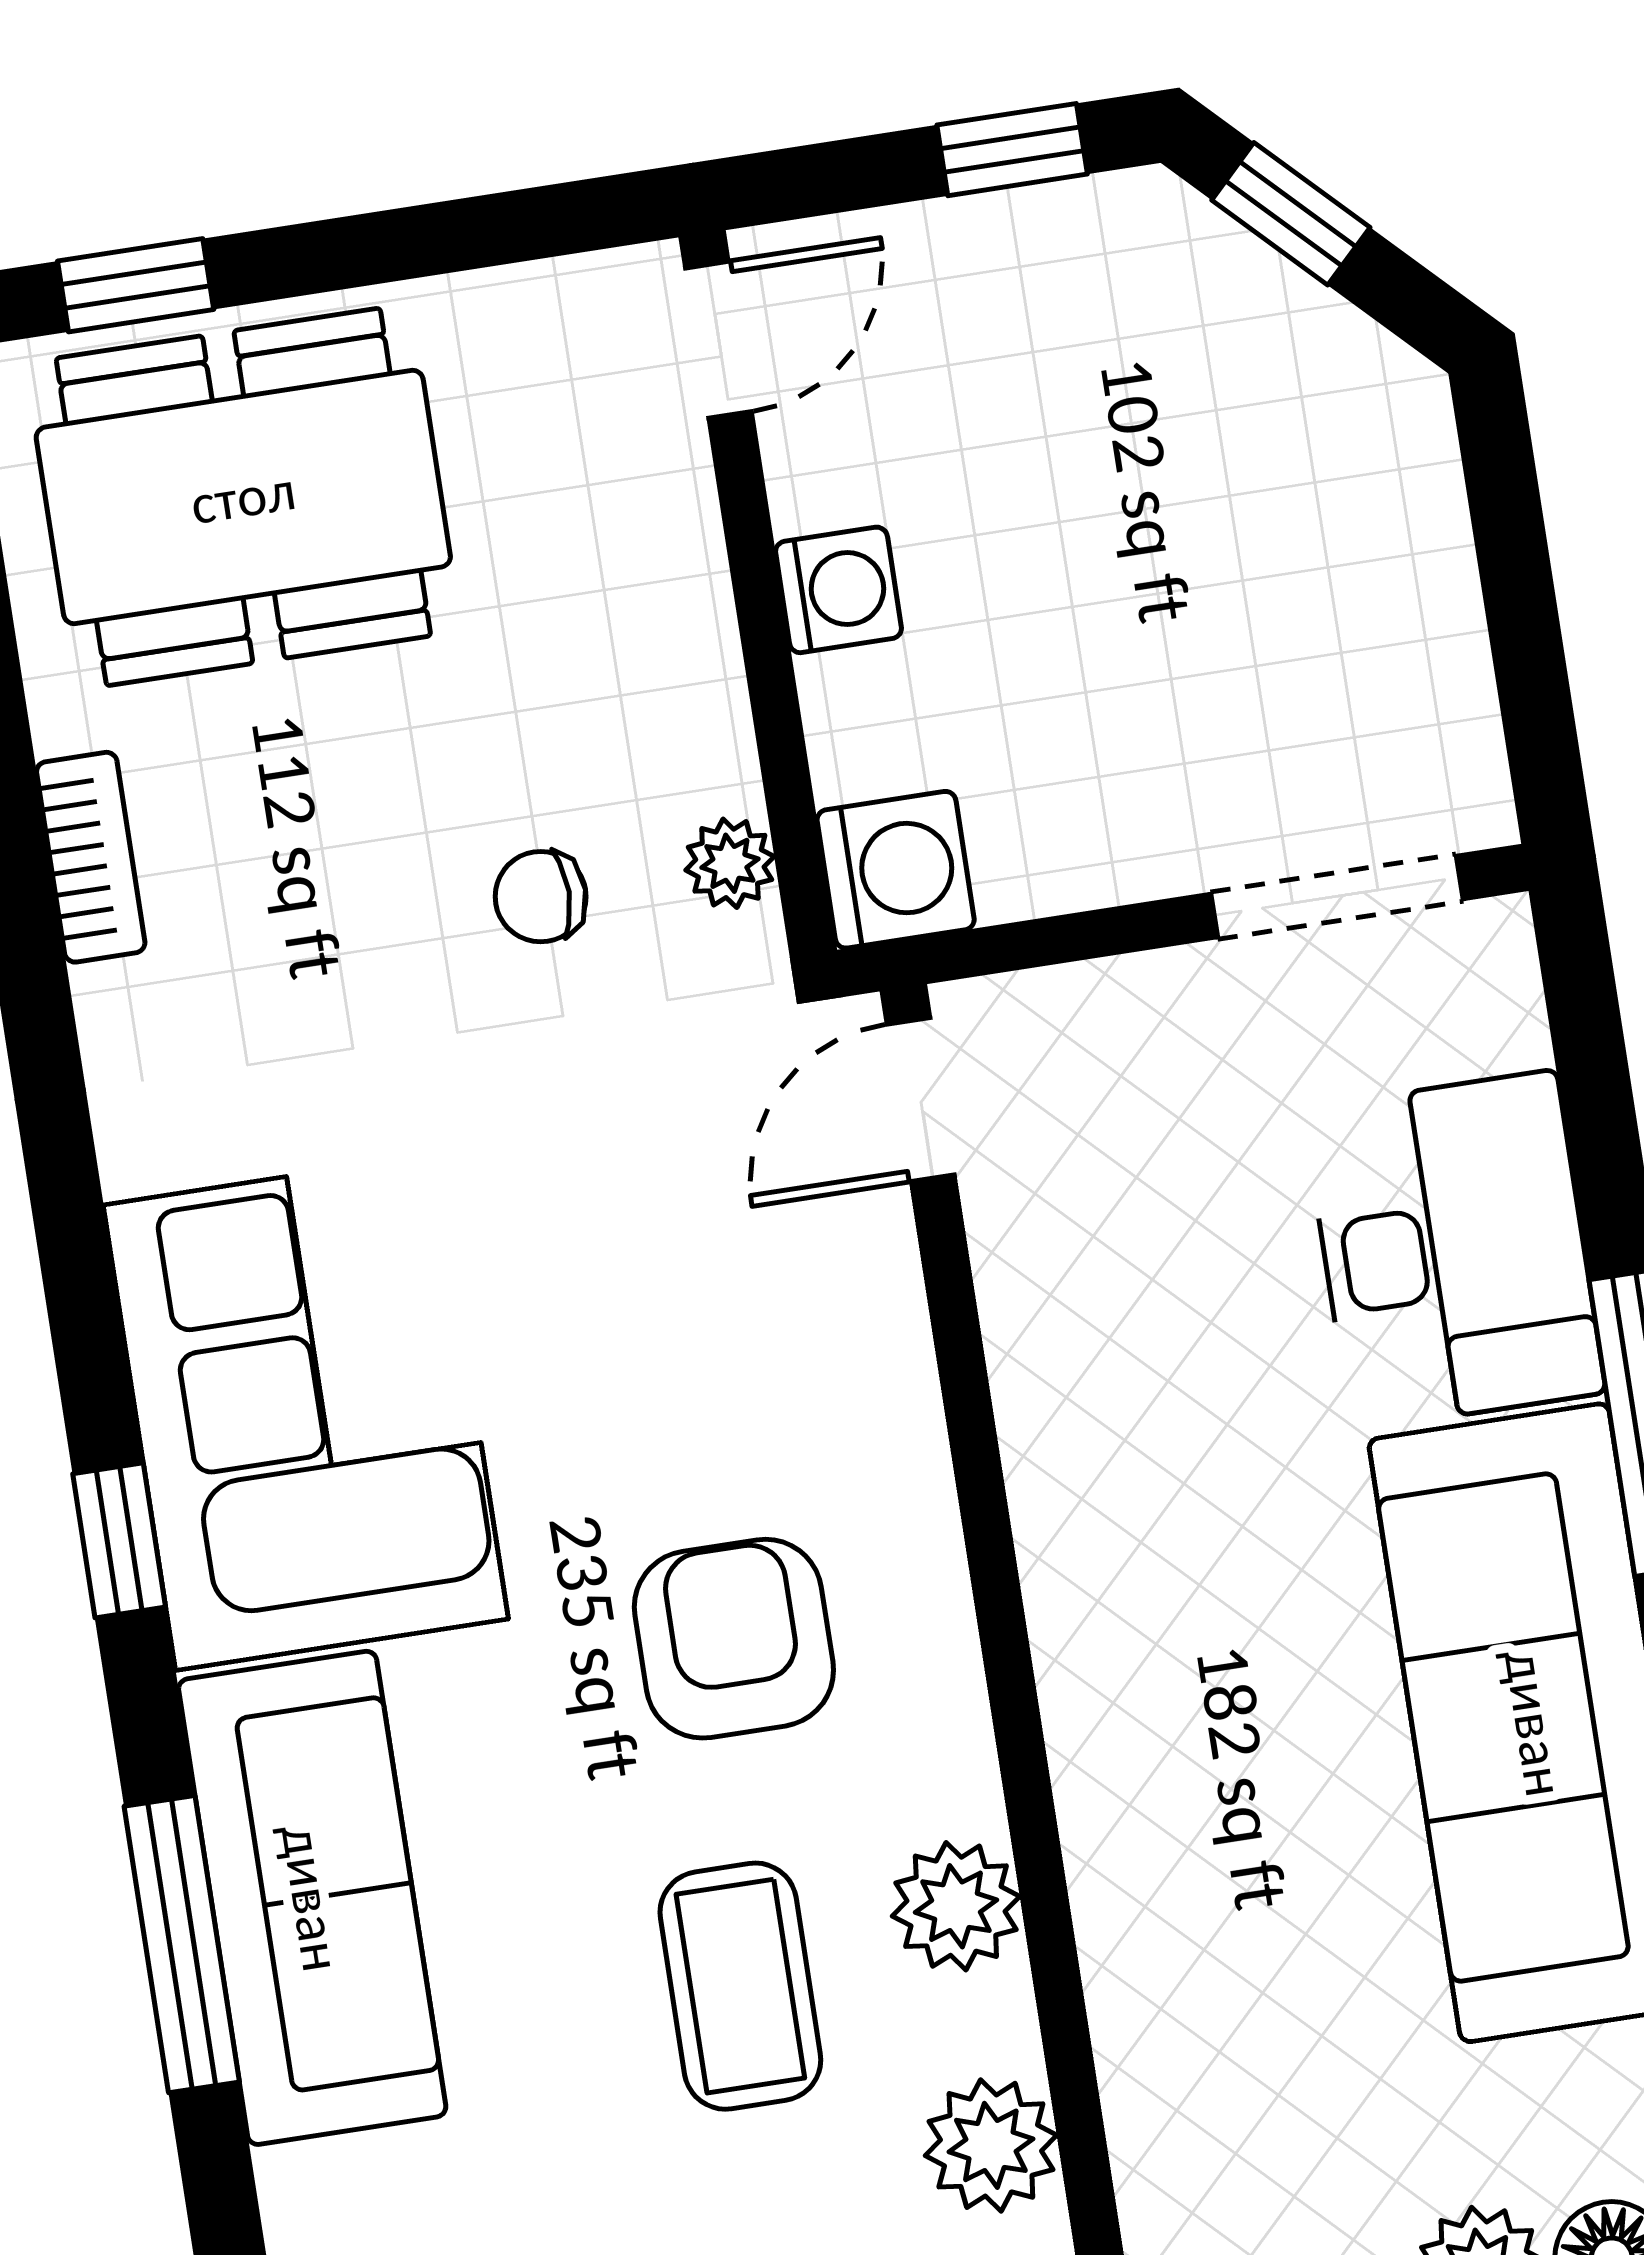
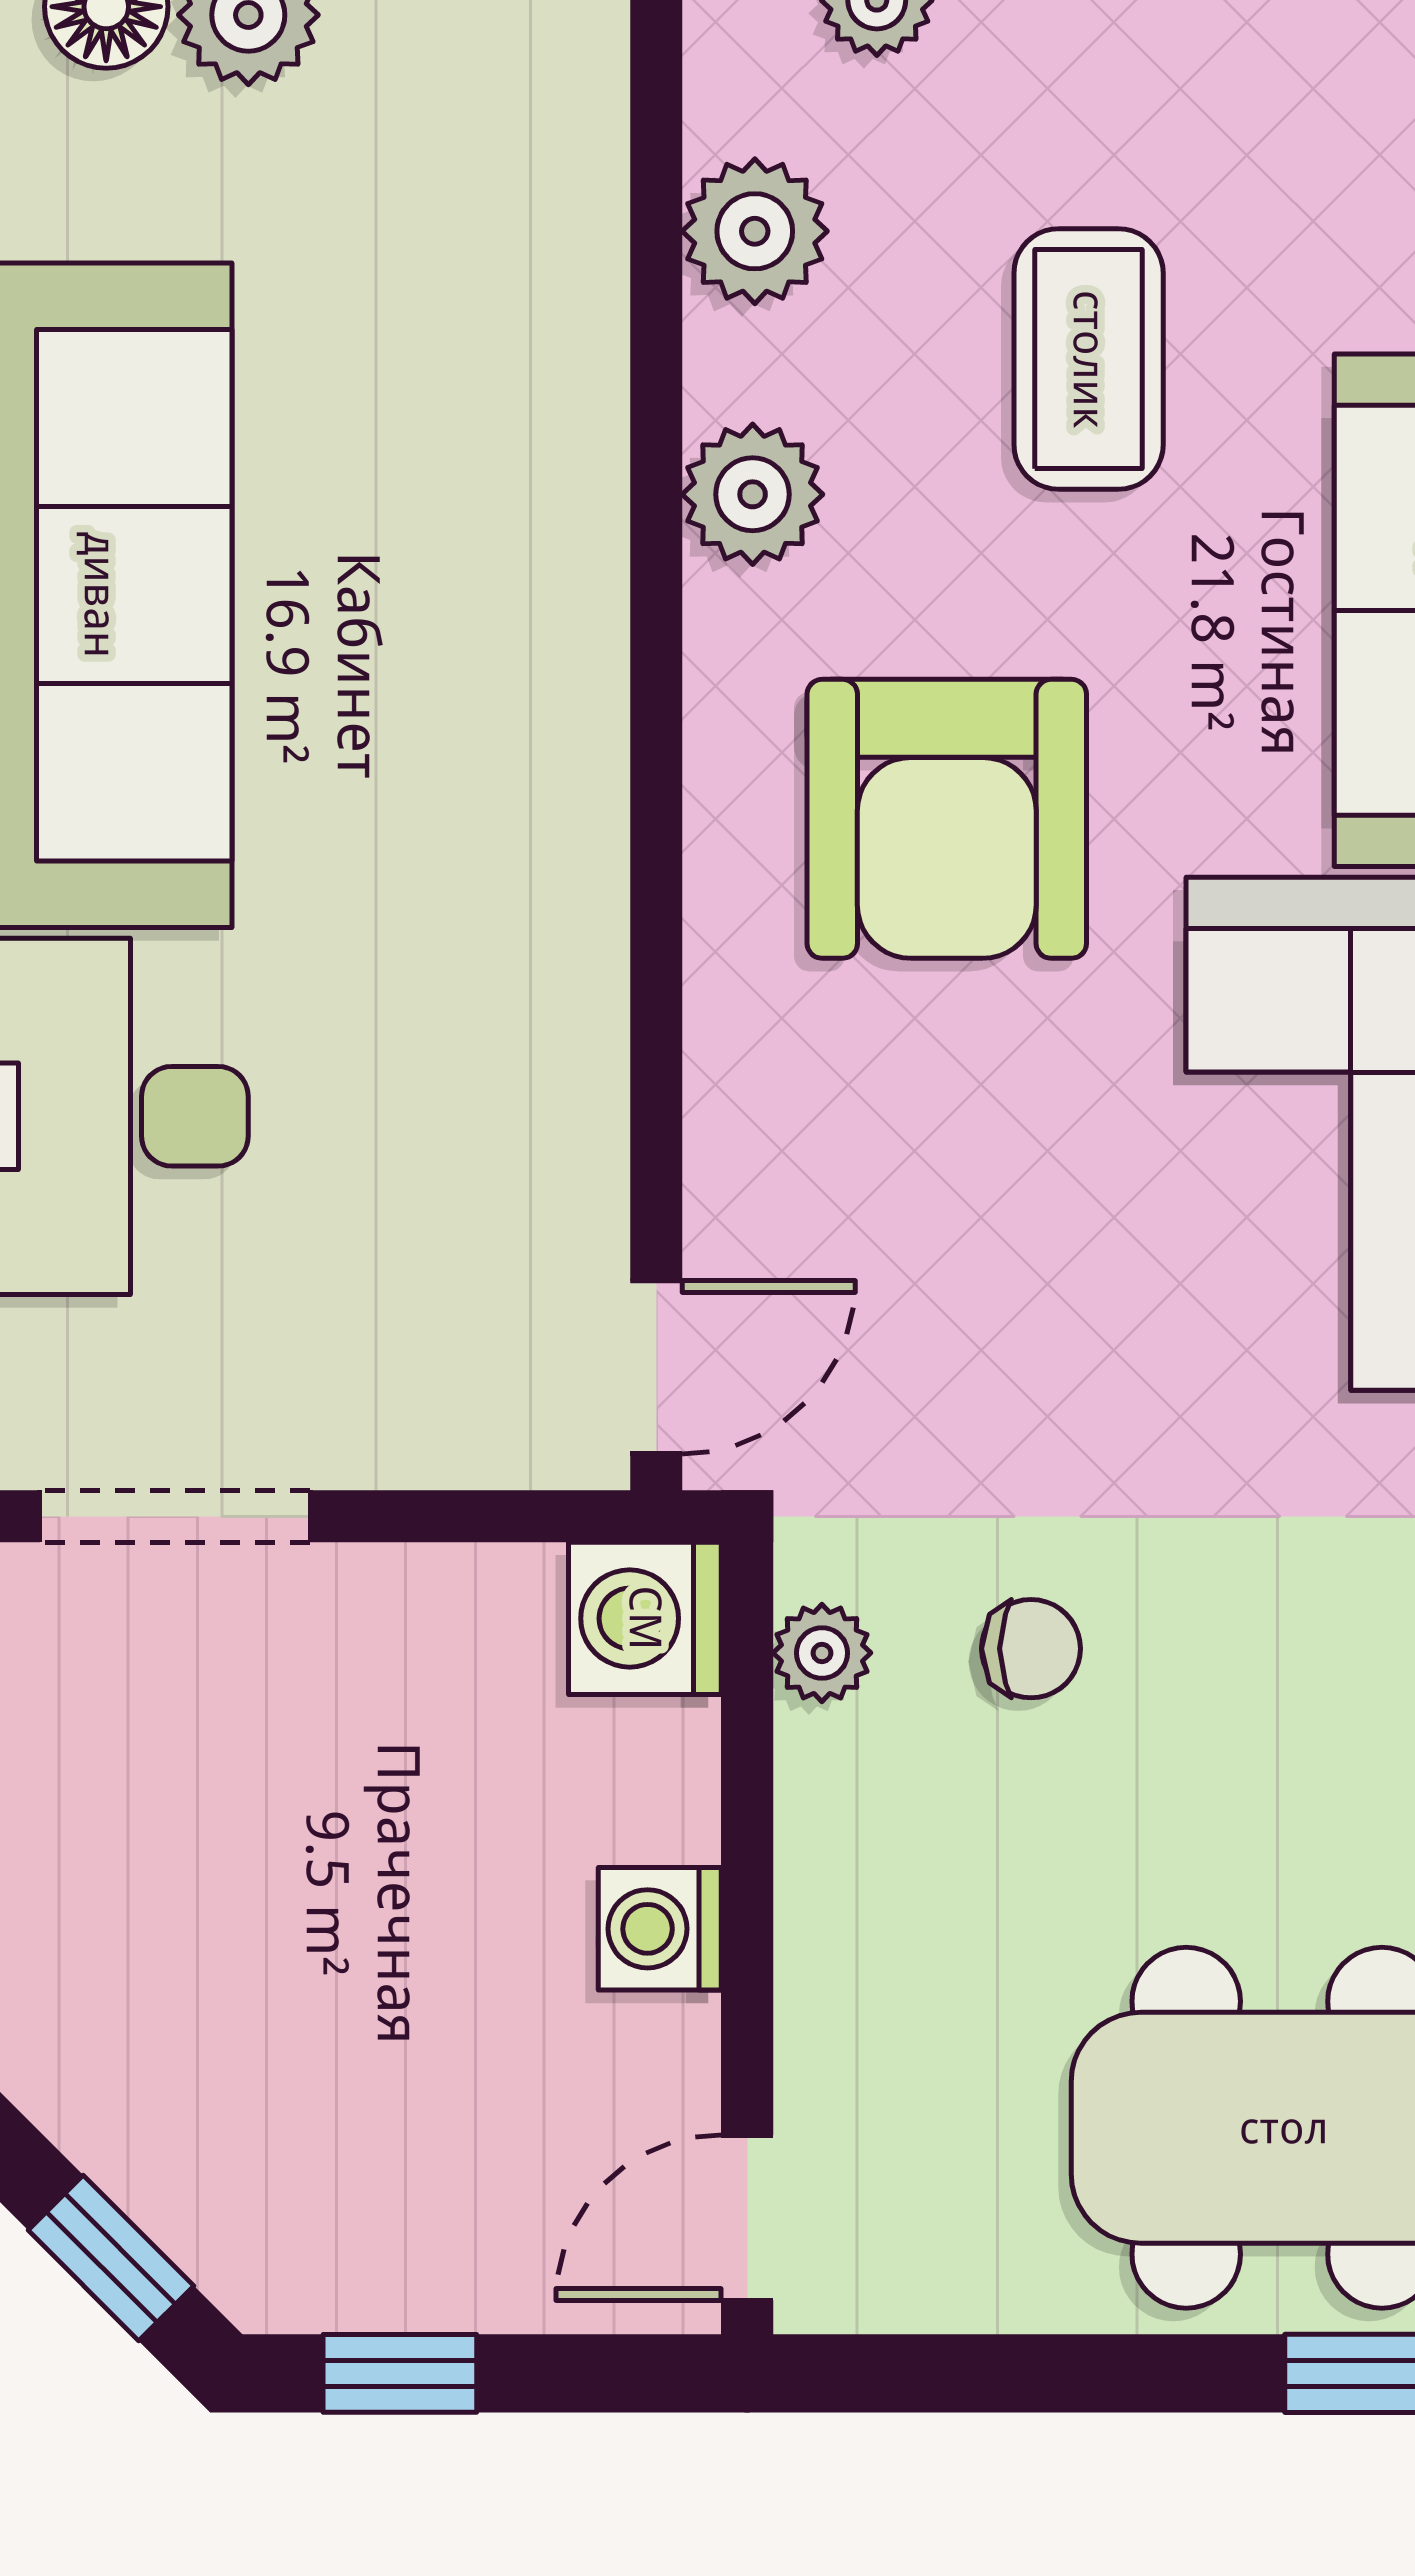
armchair: (734, 1639) -> (947, 819), width x1.36, depth x1.36
coffee table: (740, 1986) -> (1089, 359), moved

